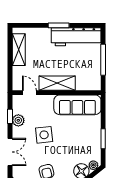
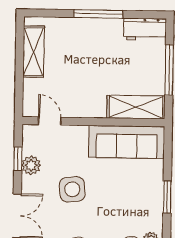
window: (59, 25) -> (98, 14), width x1.44
workbench: (76, 37) -> (145, 29), width x0.53, depth x0.76
shelving: (57, 83) -> (136, 107), moved

